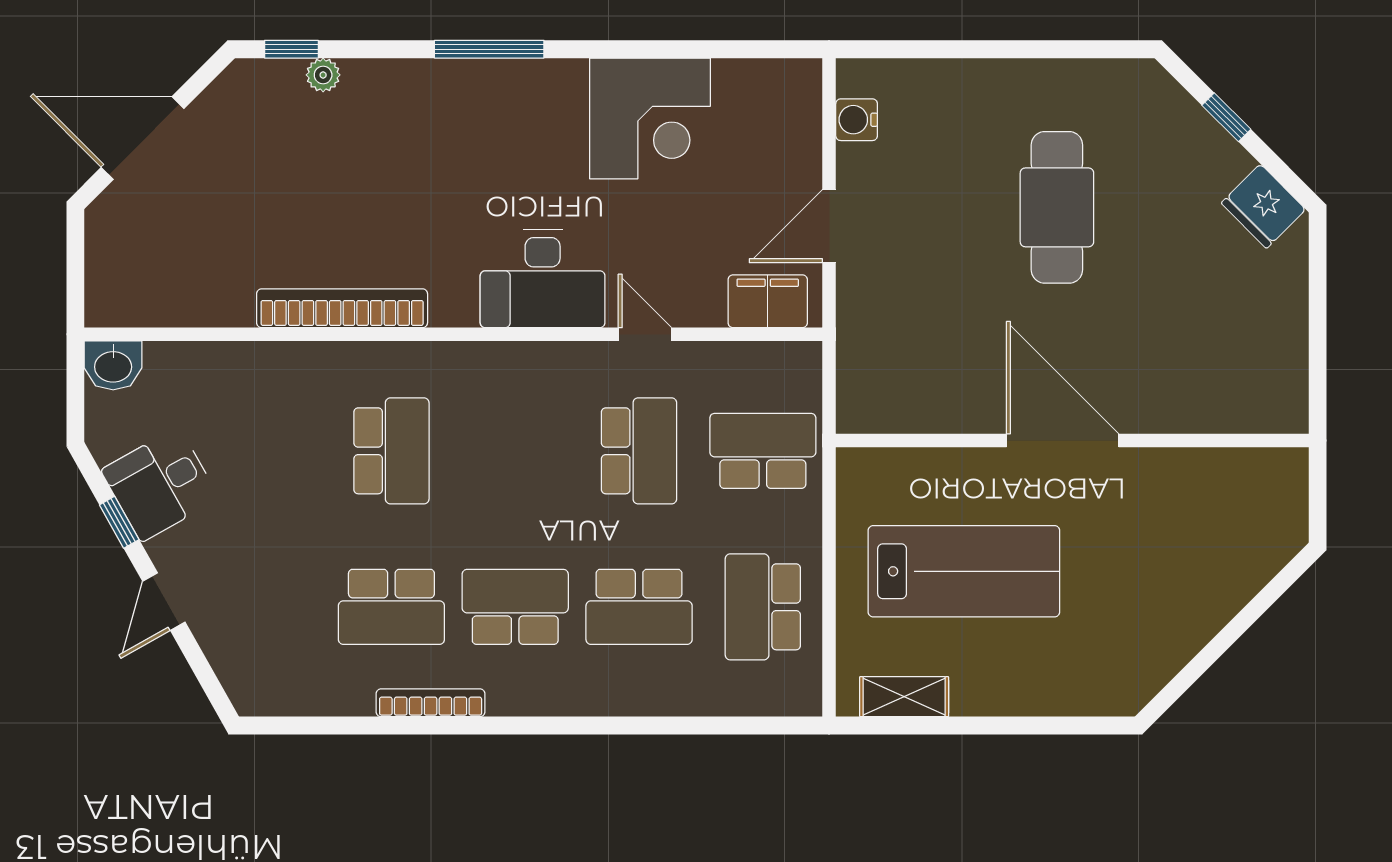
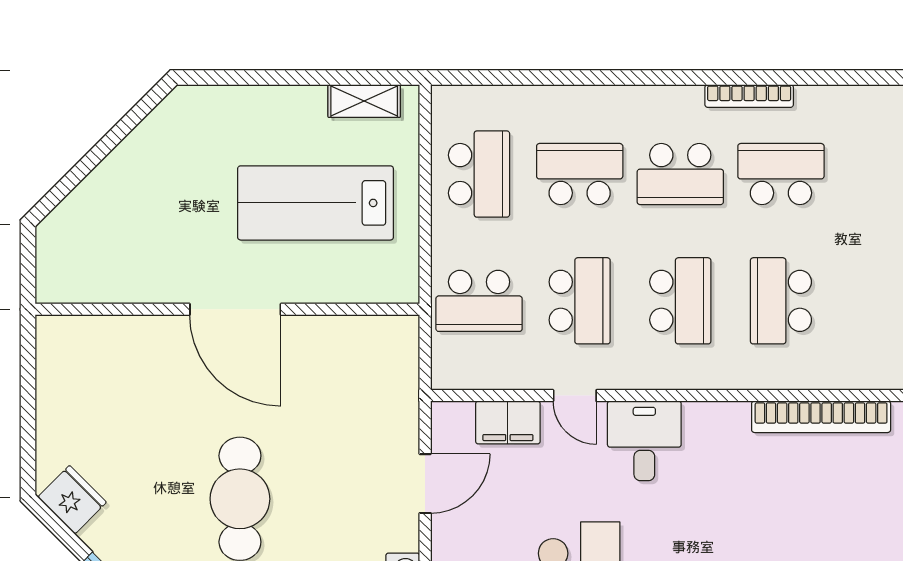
desk: (543, 279) -> (644, 441), width x0.73
filing cabinet: (768, 301) -> (508, 422), moved
school desk: (515, 451) -> (680, 301), added
school desk: (639, 451) -> (580, 301), turned 180

